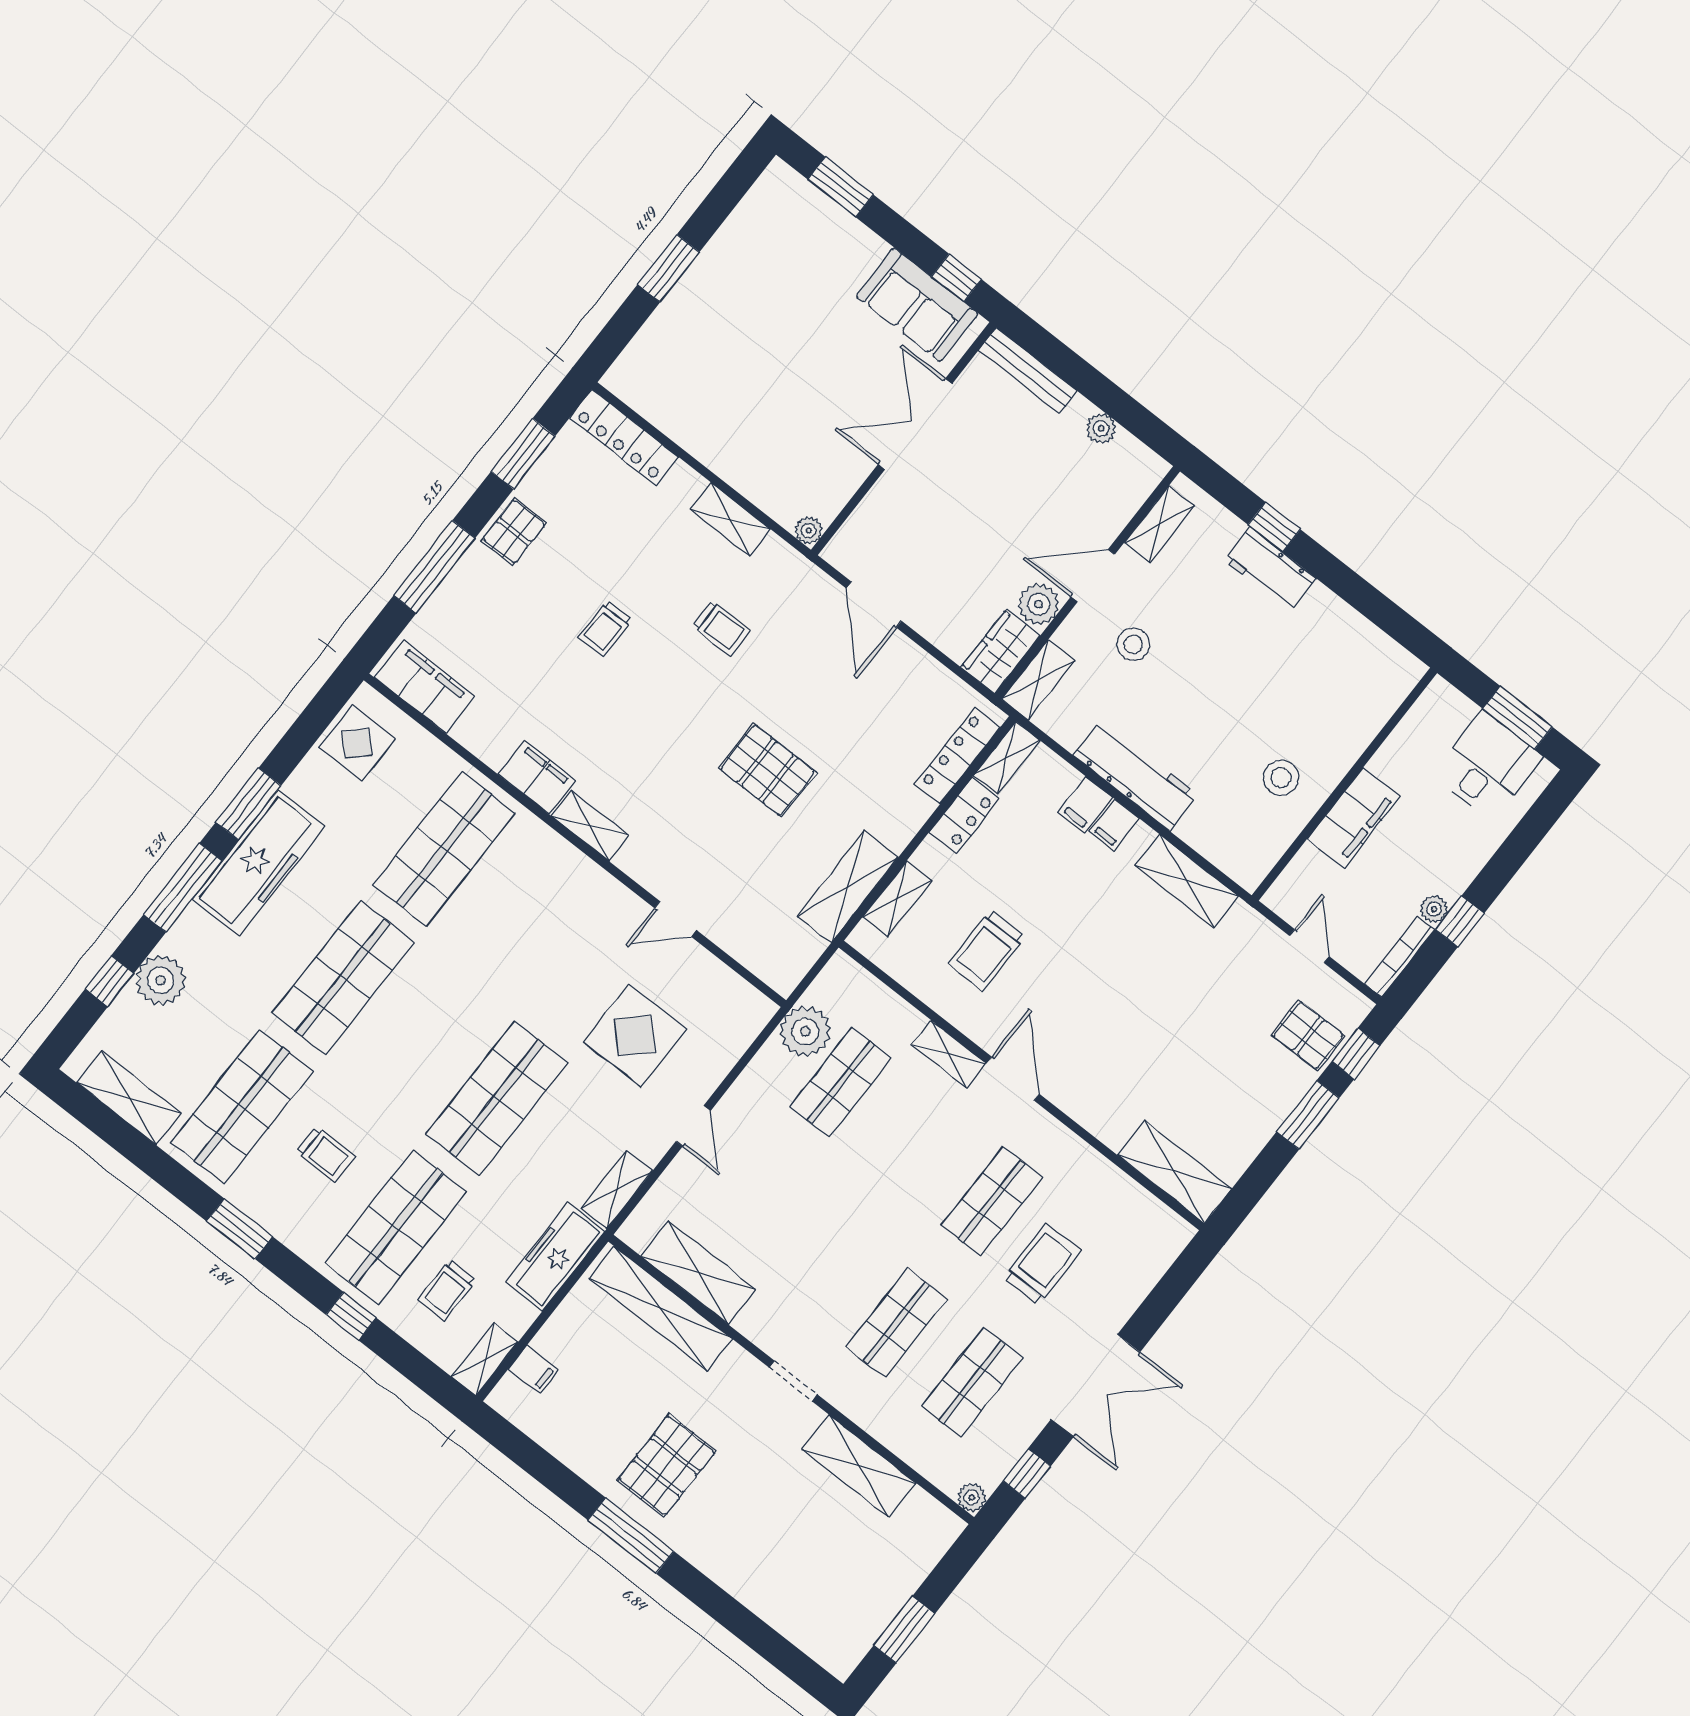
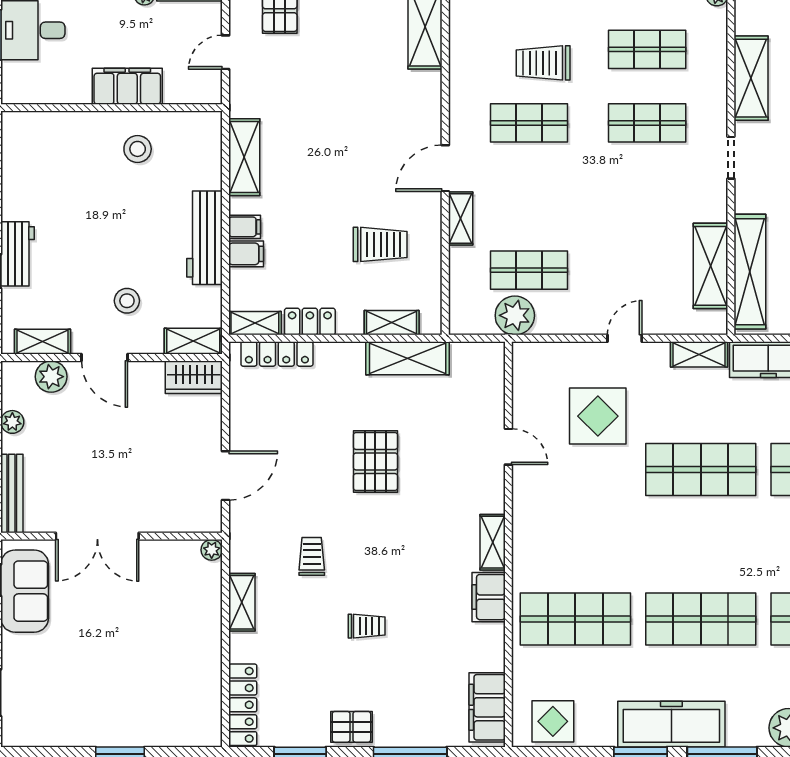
plant: (1039, 604) -> (51, 377), moved

